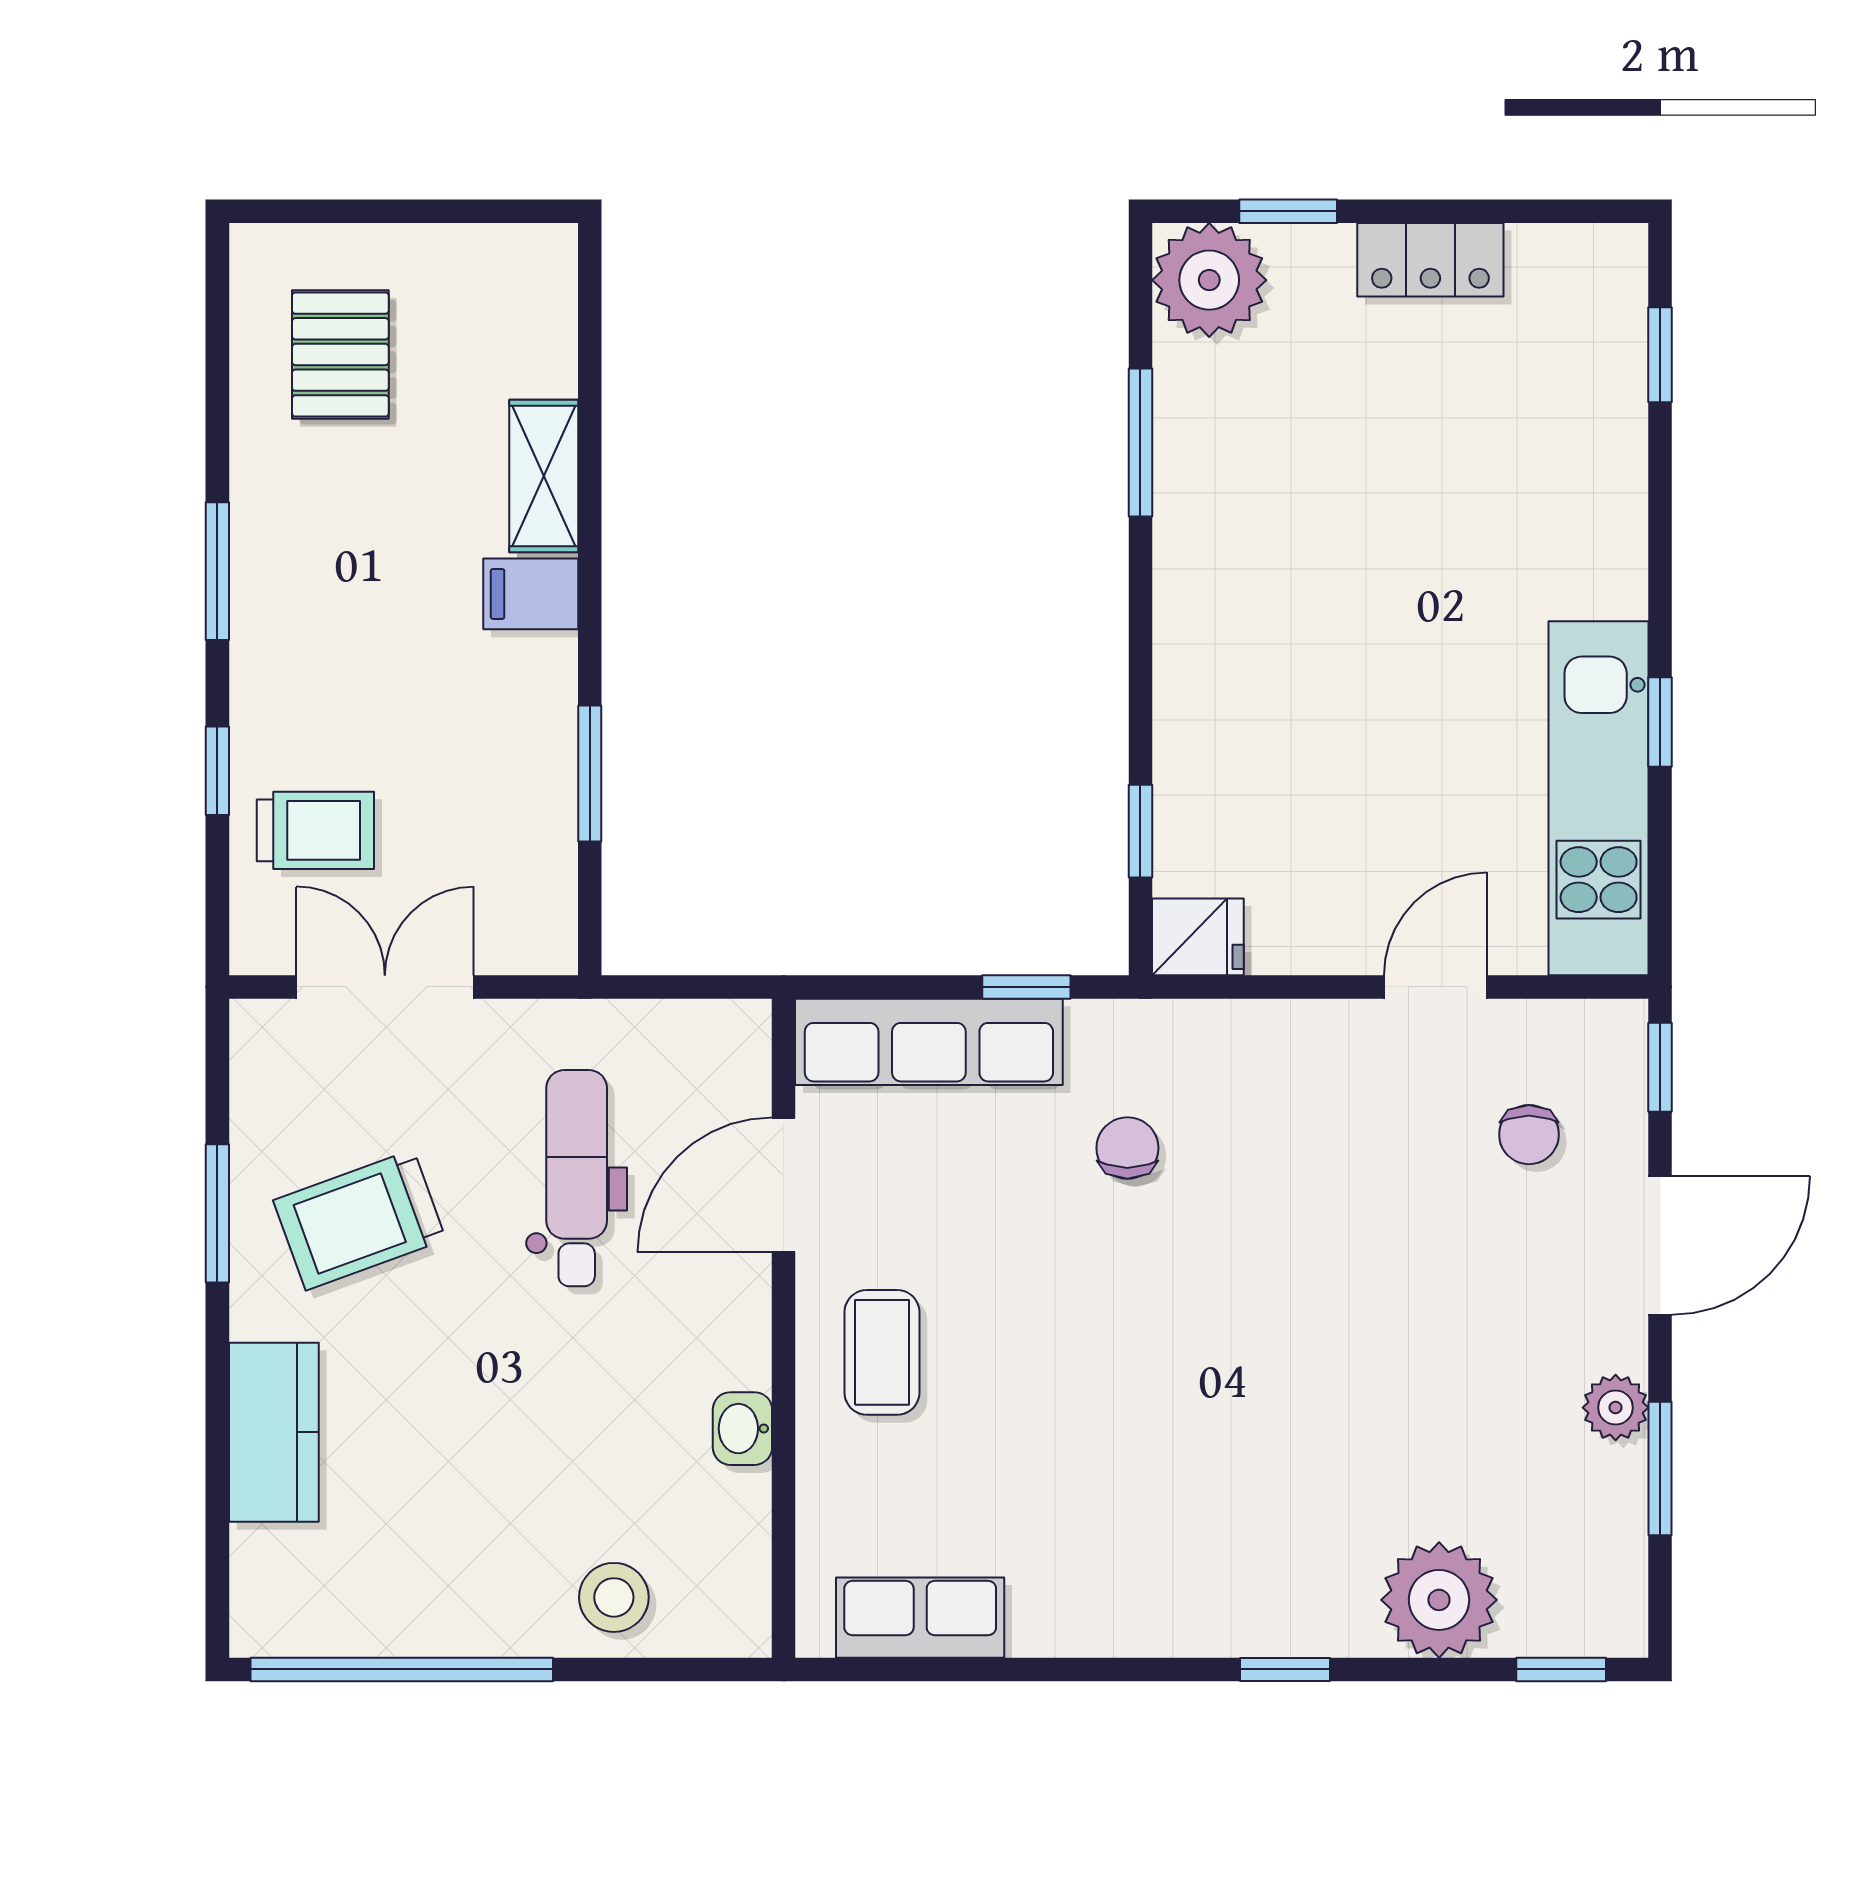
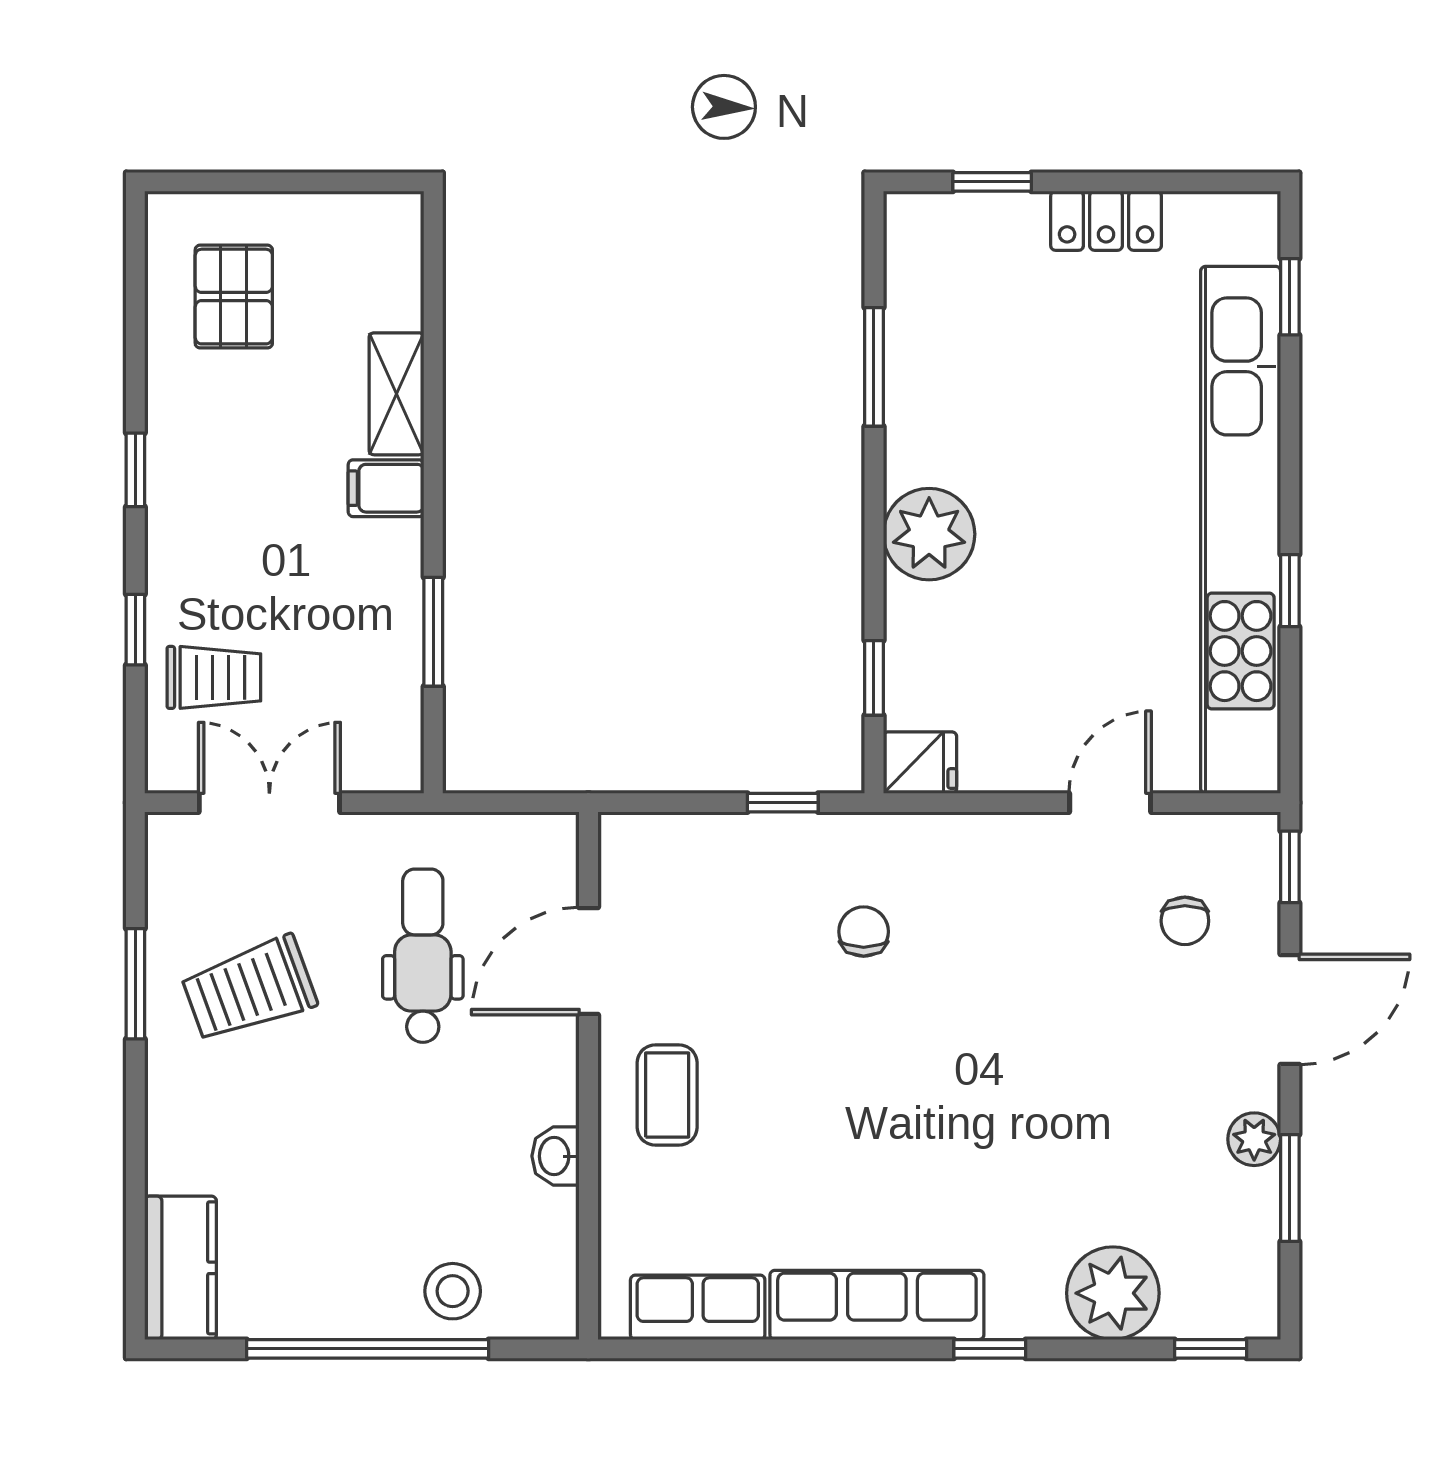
plant: (1209, 280) -> (929, 534), moved
window: (217, 571) -> (135, 470), width x0.67
kitchen unit: (1599, 798) -> (1241, 530), width x1.86
row of seats: (929, 1042) -> (877, 1305), moved, turned 180
kitchen counter: (274, 1432) -> (181, 1268), moved
window: (402, 1669) -> (368, 1349), moved

